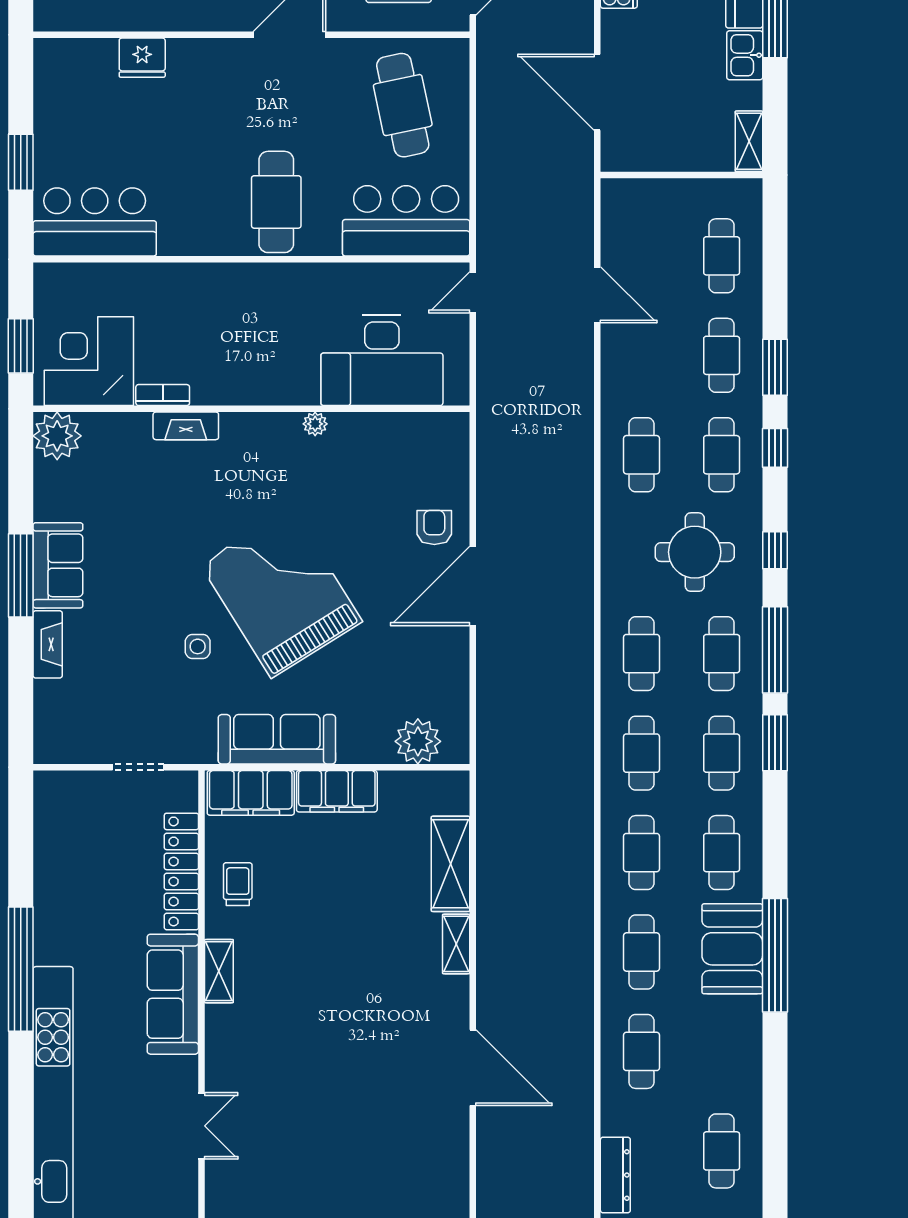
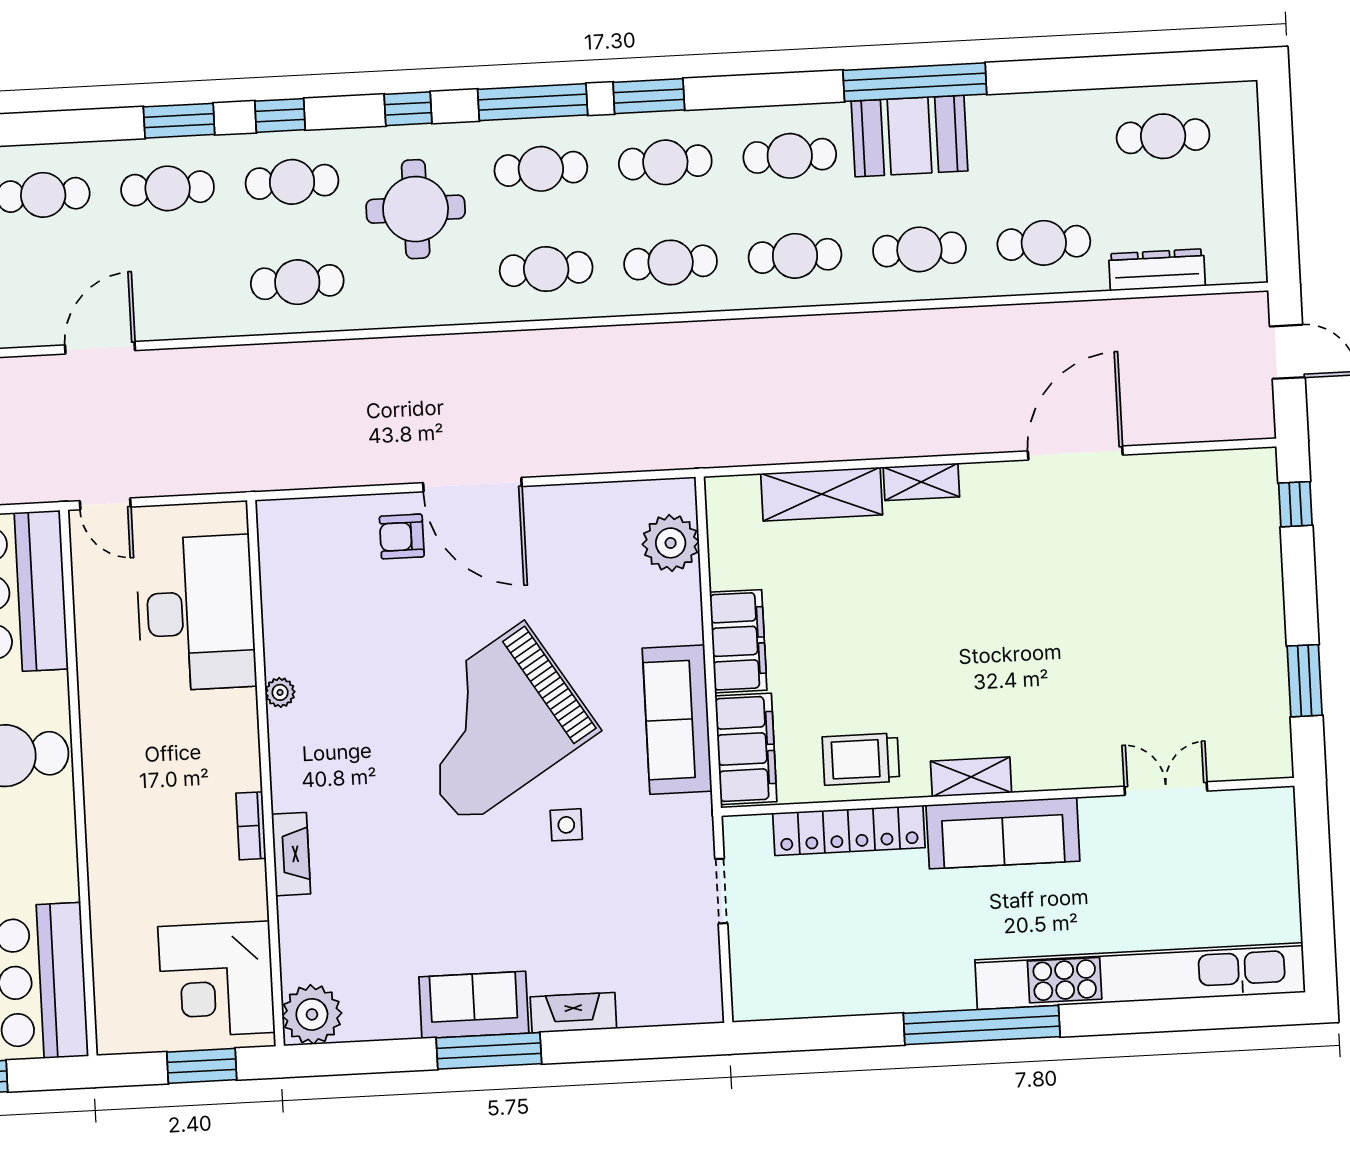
bookcase: (163, 395) -> (251, 826), moved
trolley: (238, 884) -> (861, 759), width x1.36, depth x1.39
dresser: (615, 1175) -> (1157, 270), moved

